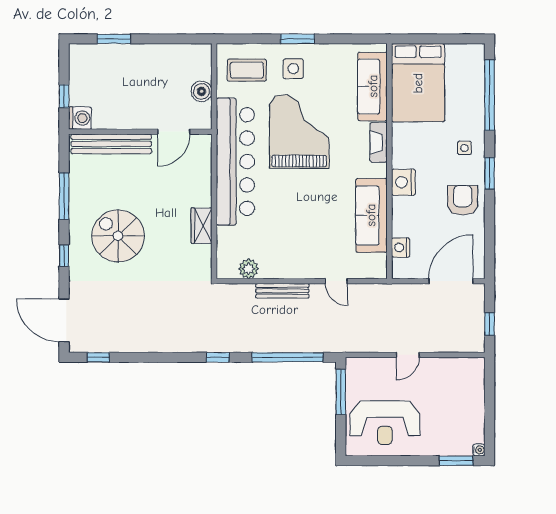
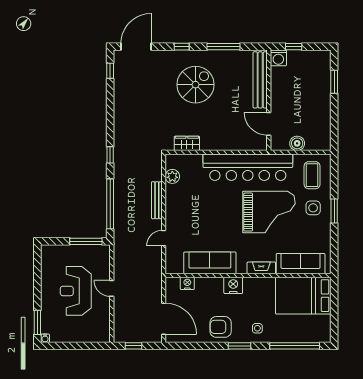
armchair: (463, 200) -> (221, 327), turned 180
wardrobe: (202, 226) -> (187, 143), moved
reception desk: (385, 423) -> (76, 291), moved

